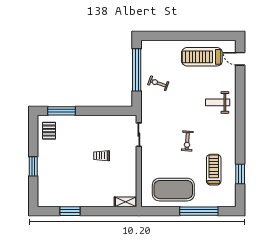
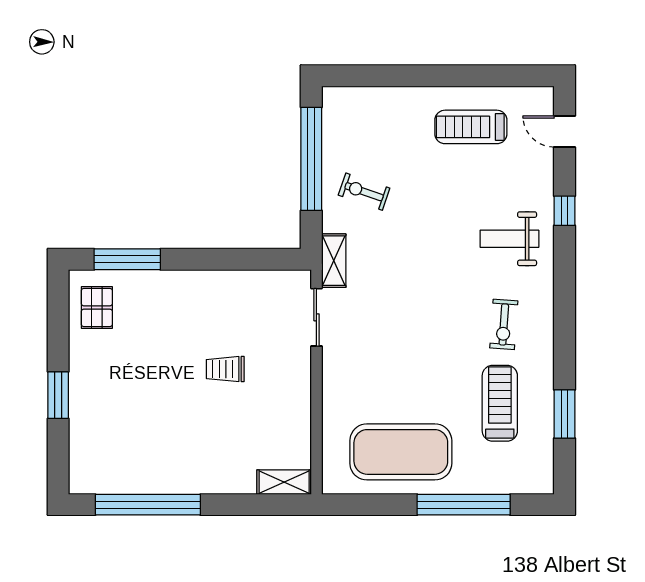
treadmill: (202, 57) -> (471, 127), width x0.73, depth x0.73
window: (240, 91) -> (564, 211), added
shelving: (146, 111) -> (334, 261), added
exercise bike: (187, 141) -> (504, 324), moved
window: (70, 211) -> (148, 505), width x2.11

